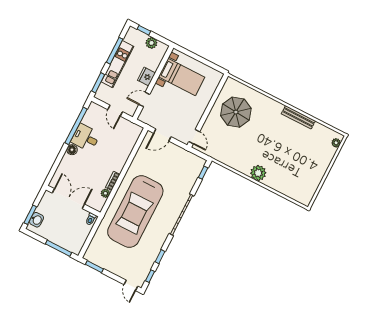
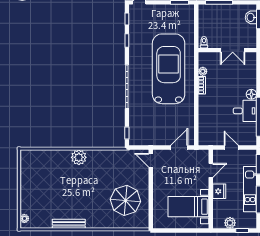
double door: (68, 199) -> (233, 50), width x0.73

